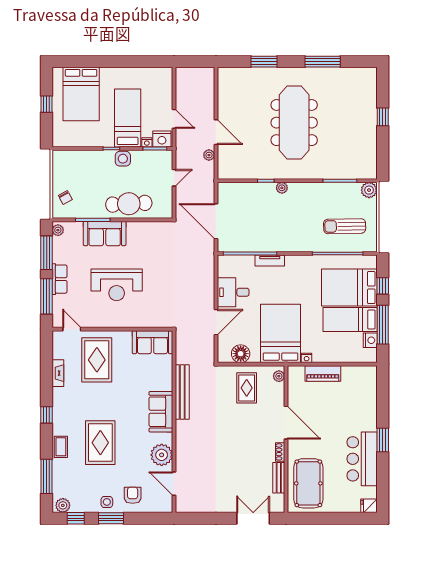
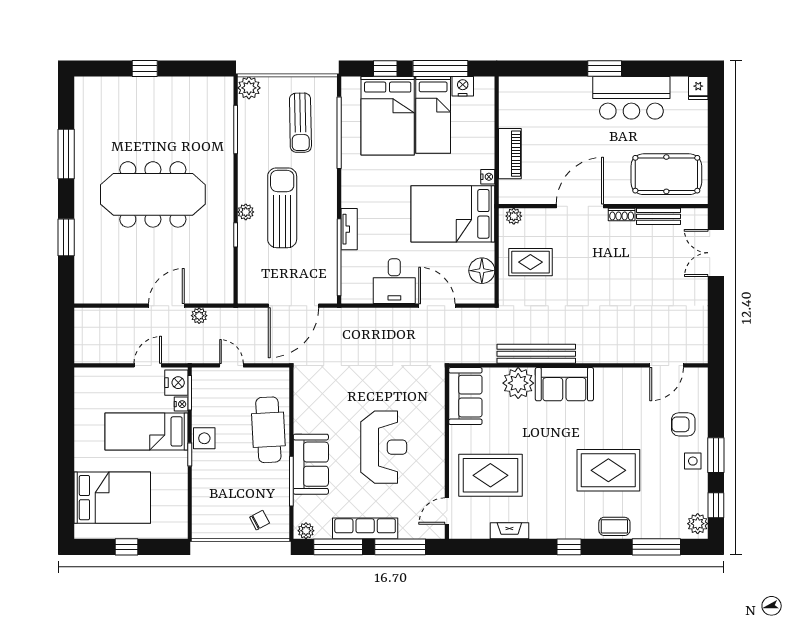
sun lounger: (285, 213) -> (282, 208), added
row of seats: (60, 279) -> (365, 528), width x1.48
plant: (162, 455) -> (518, 383), moved

